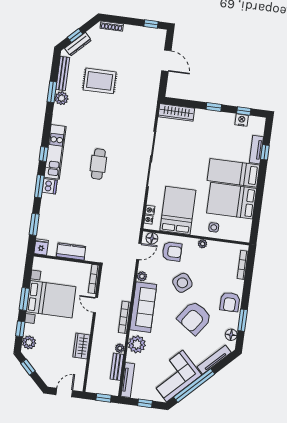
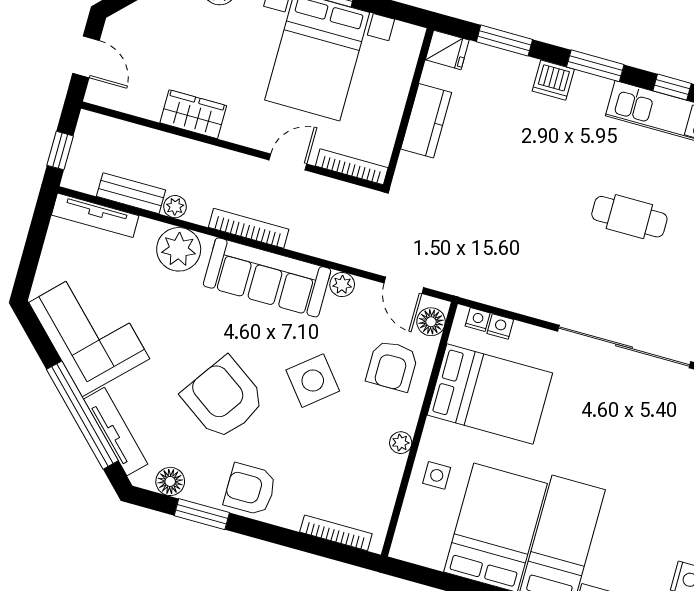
dishwasher: (50, 186) -> (553, 80), moved
window: (194, 385) -> (82, 415), moved
window: (145, 403) -> (33, 249), removed

